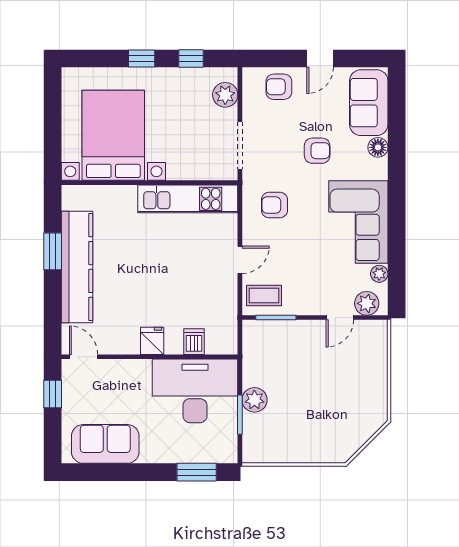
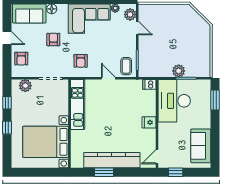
dishwasher: (194, 342) -> (149, 84), moved

